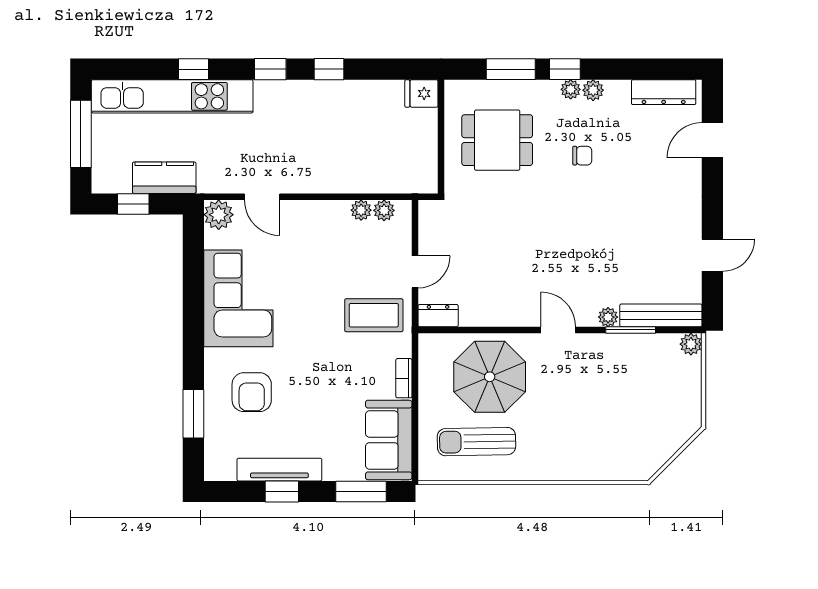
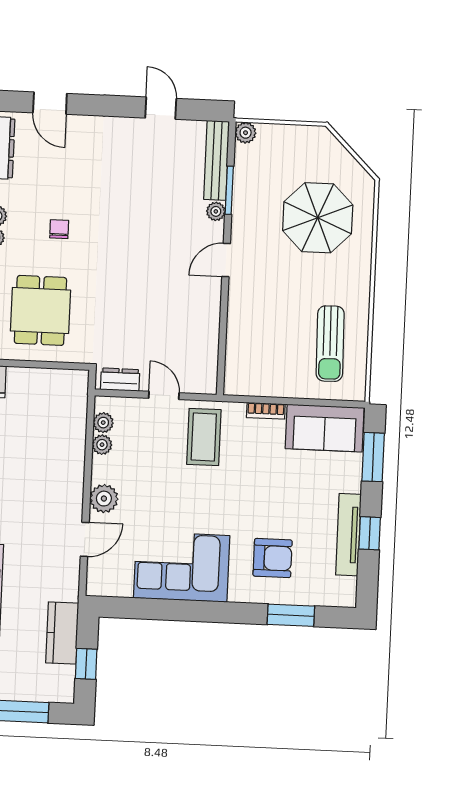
plant: (219, 215) -> (104, 499), moved
dresser: (438, 316) -> (120, 380), moved, turned 90
parasol: (490, 377) -> (318, 218), moved

